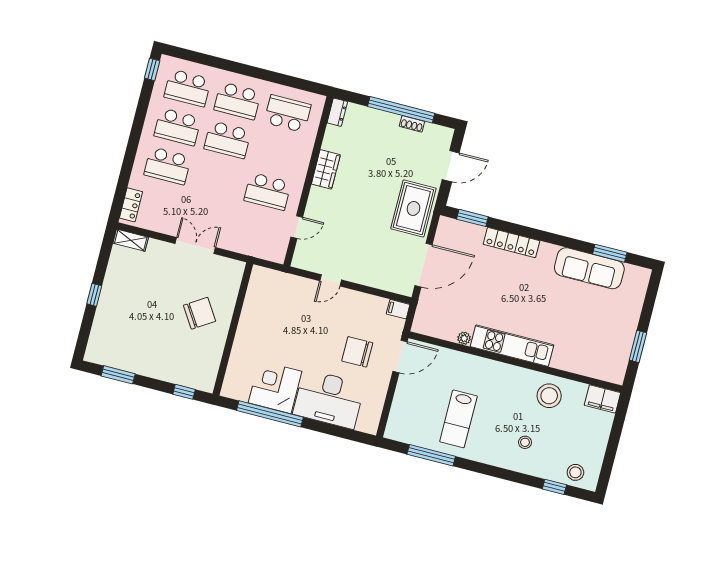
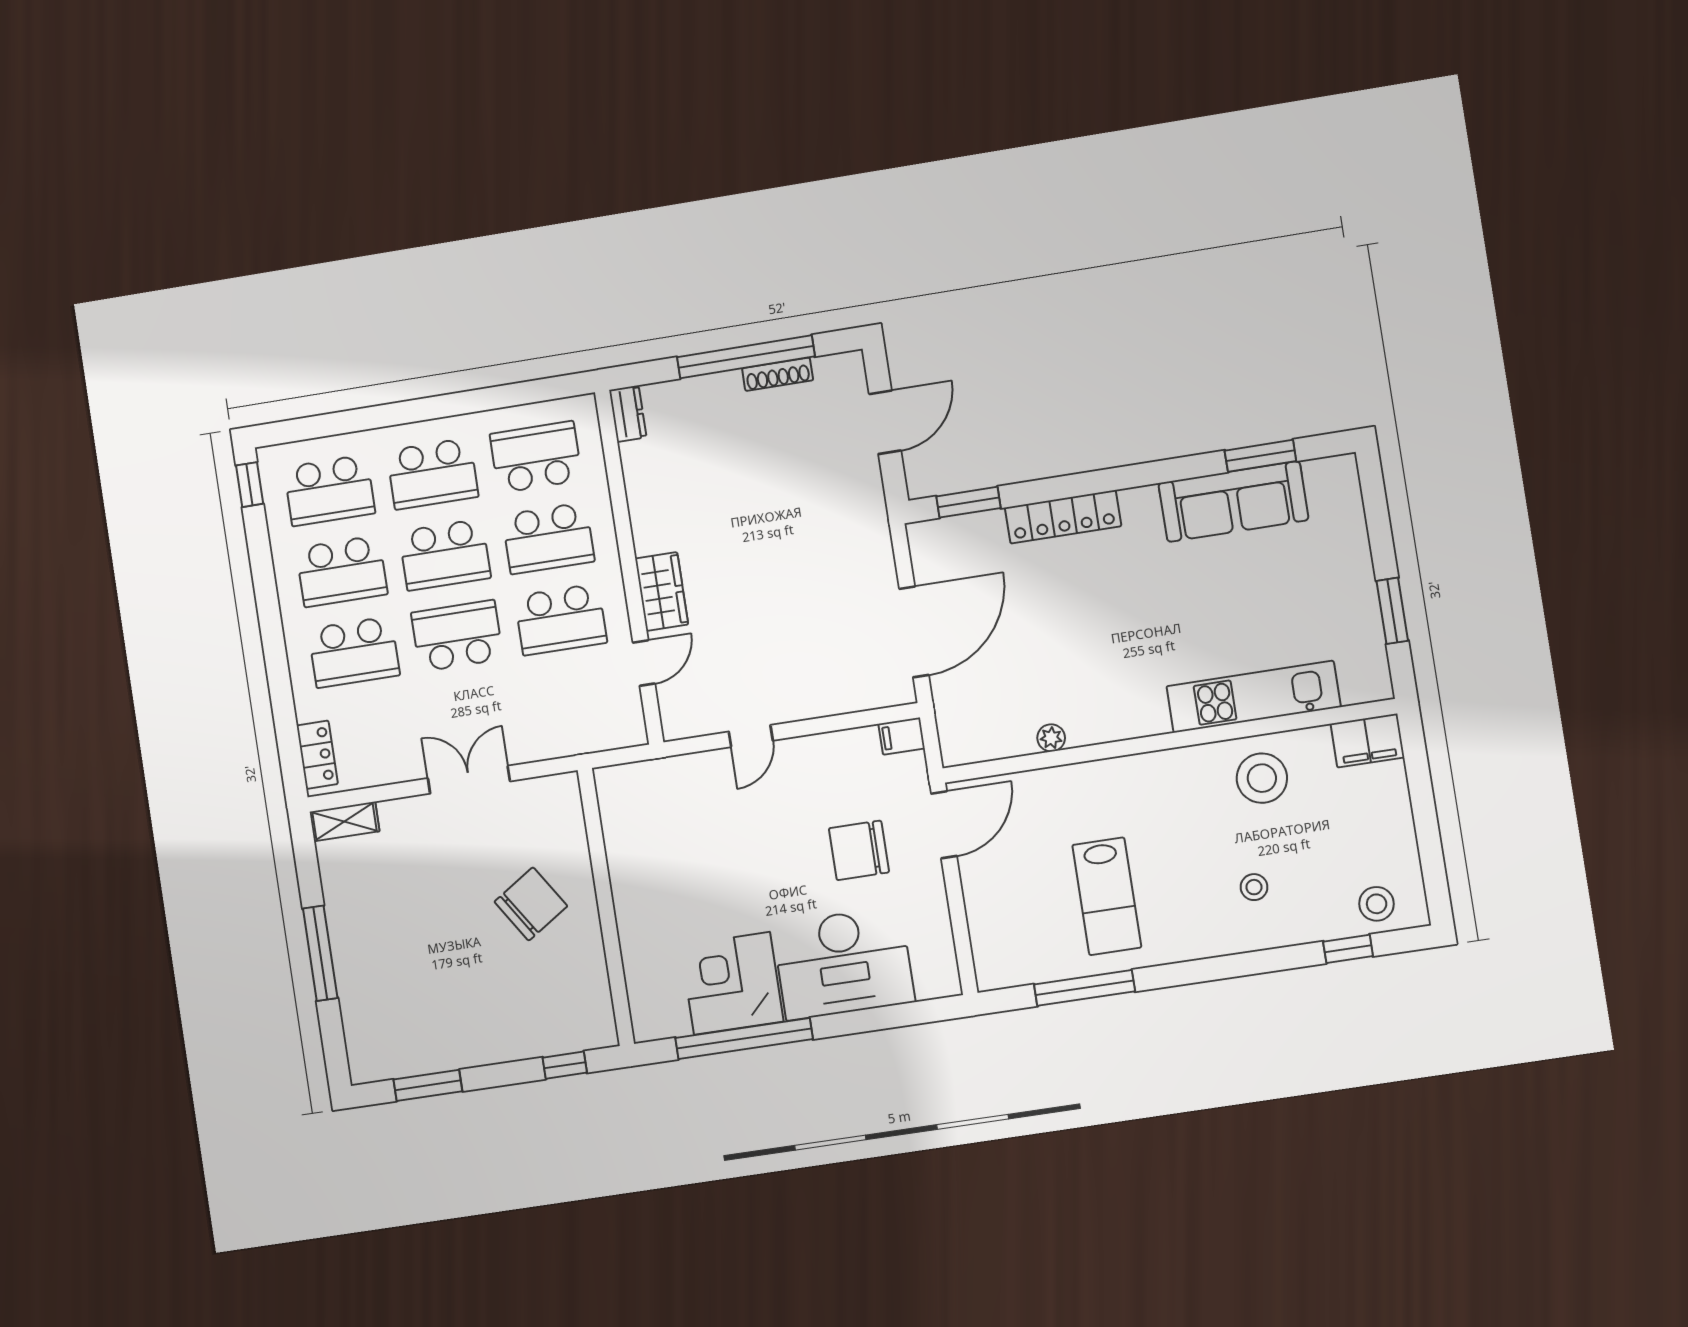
shoe rack: (412, 124) -> (778, 374), width x1.43
school desk: (278, 153) -> (548, 538), added
wardrobe: (326, 169) -> (662, 592), moved
school desk: (218, 179) -> (457, 636), added
rug: (413, 208) -> (849, 533), removed
window: (94, 295) -> (320, 953), width x2.17
kitchen unit: (512, 346) -> (1253, 697), moved

